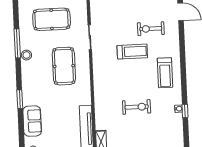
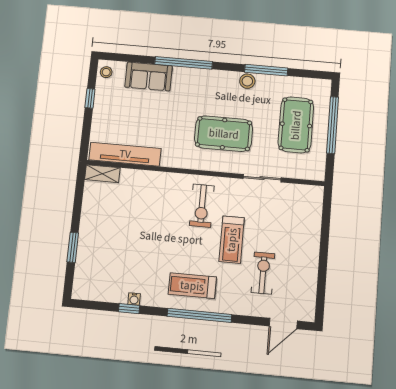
window: (183, 66) -> (199, 315), added
window: (20, 99) -> (184, 63), width x2.11
exercise bike: (137, 107) -> (202, 206), moved

